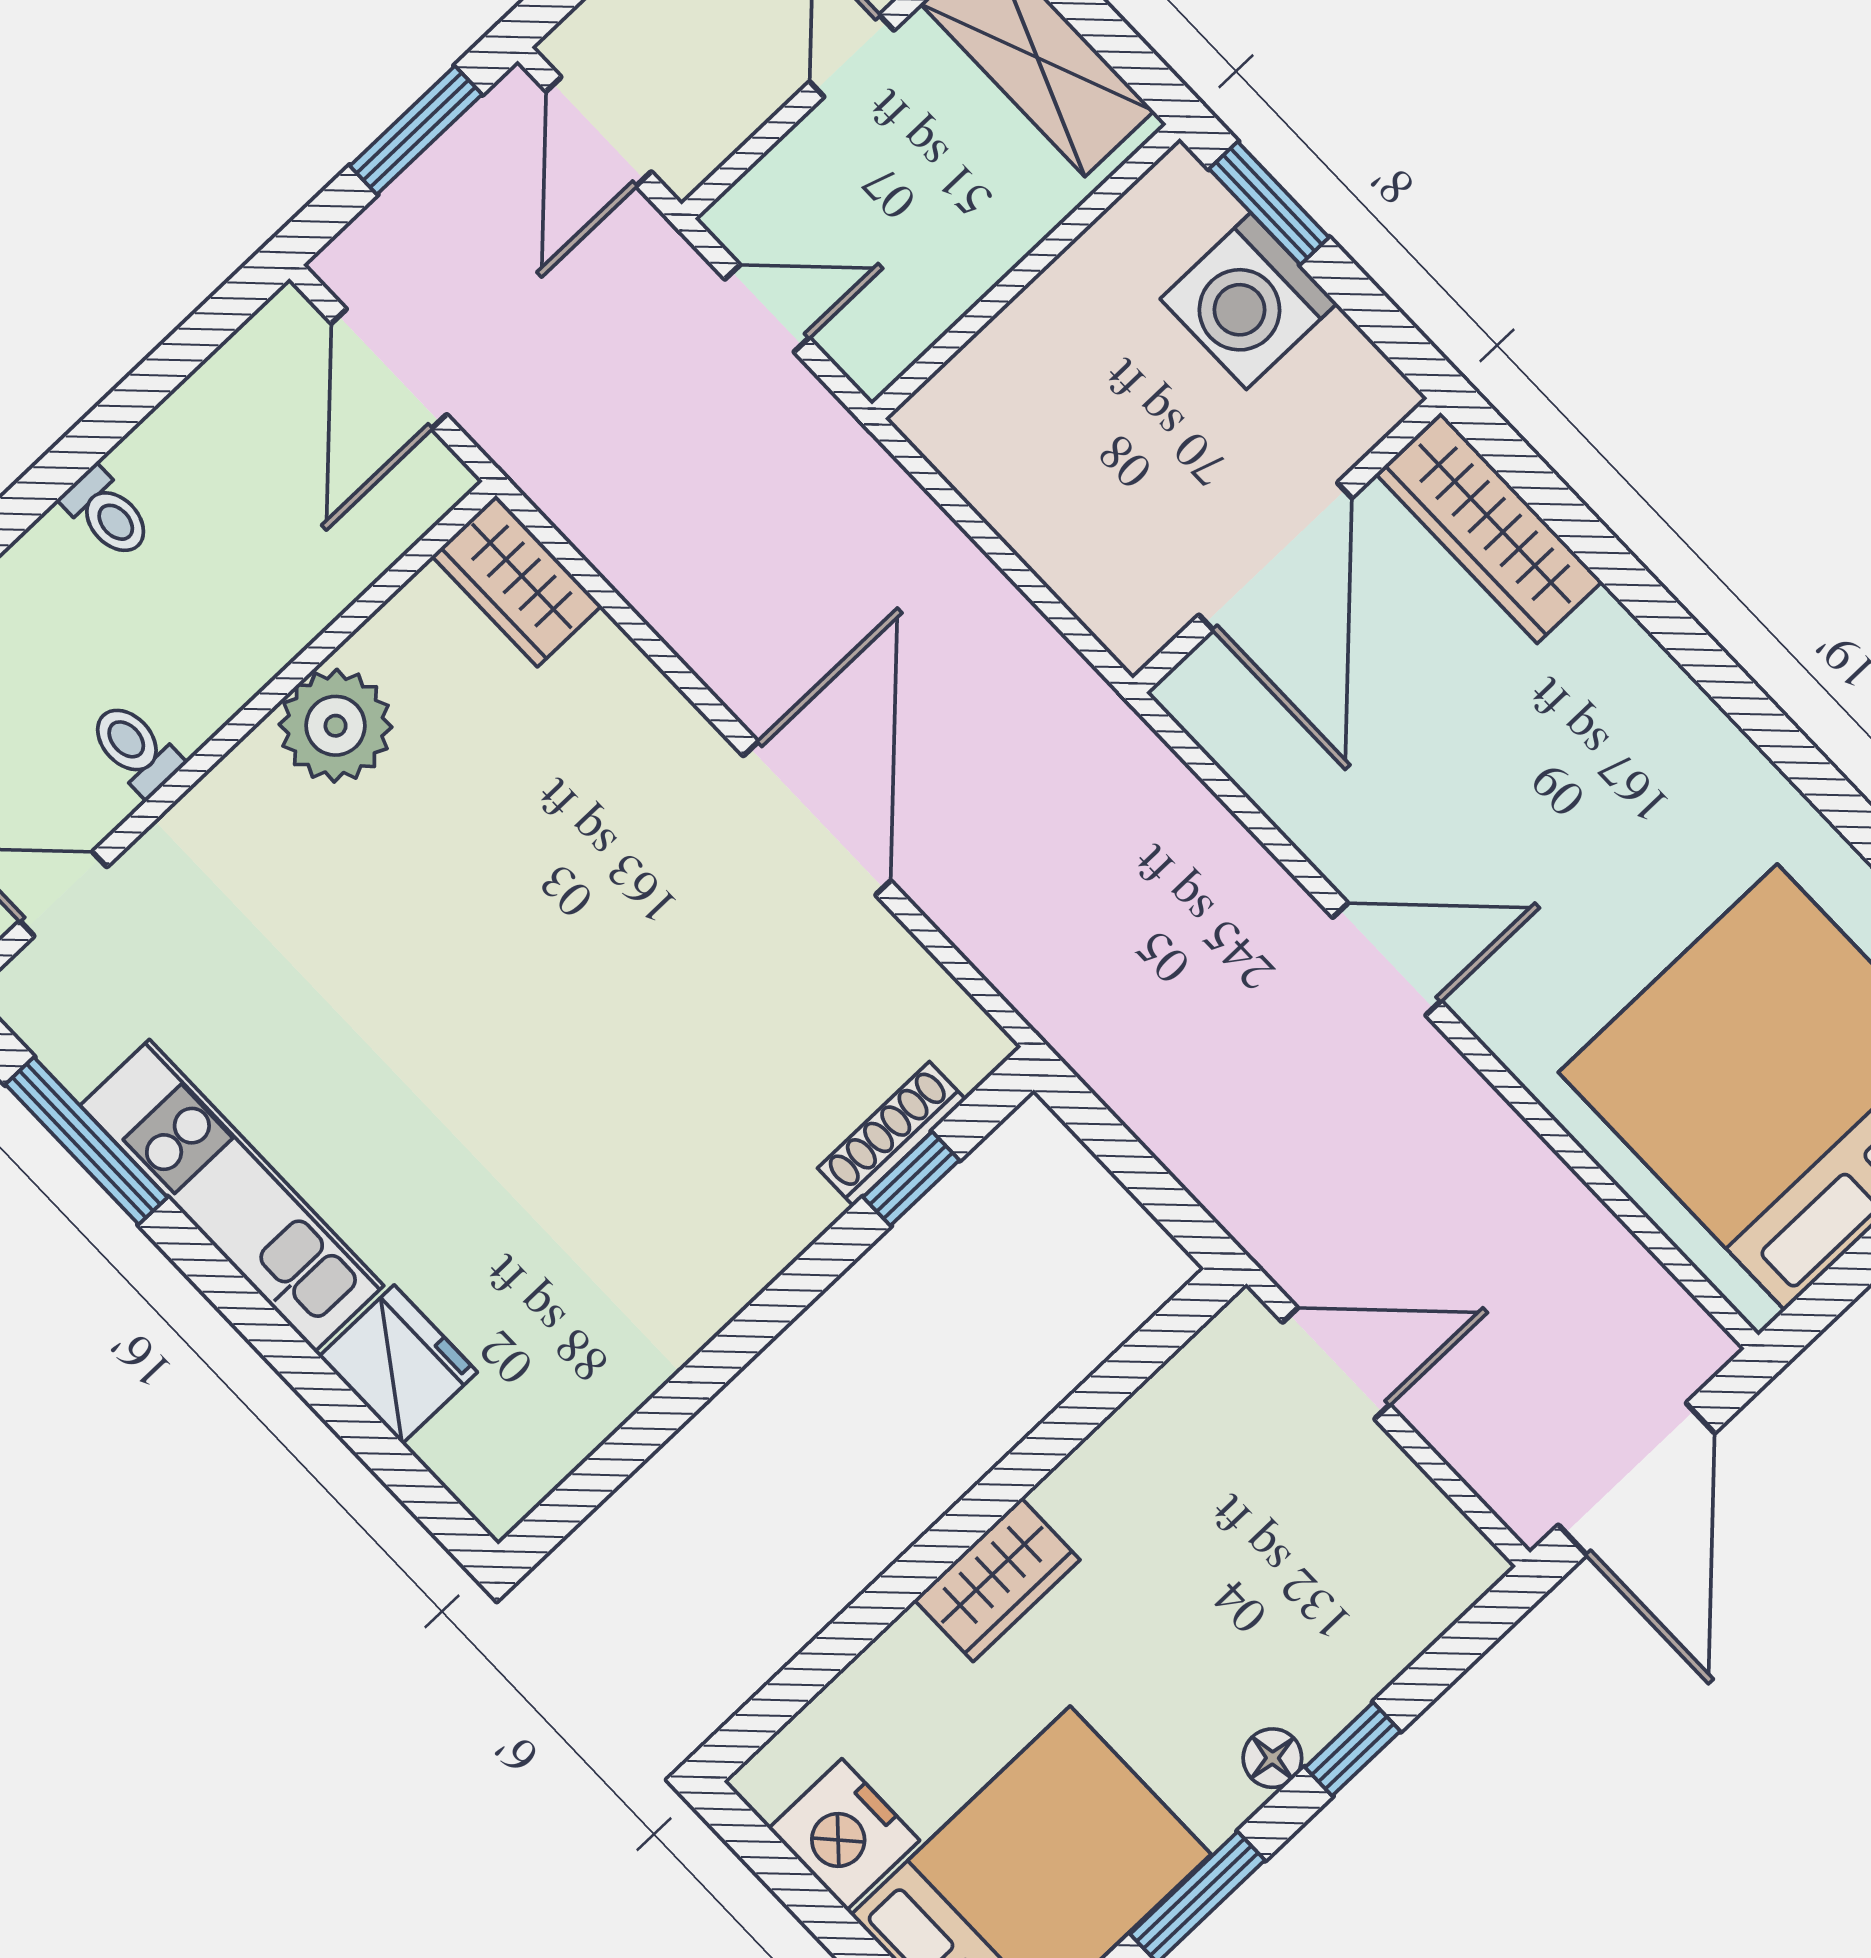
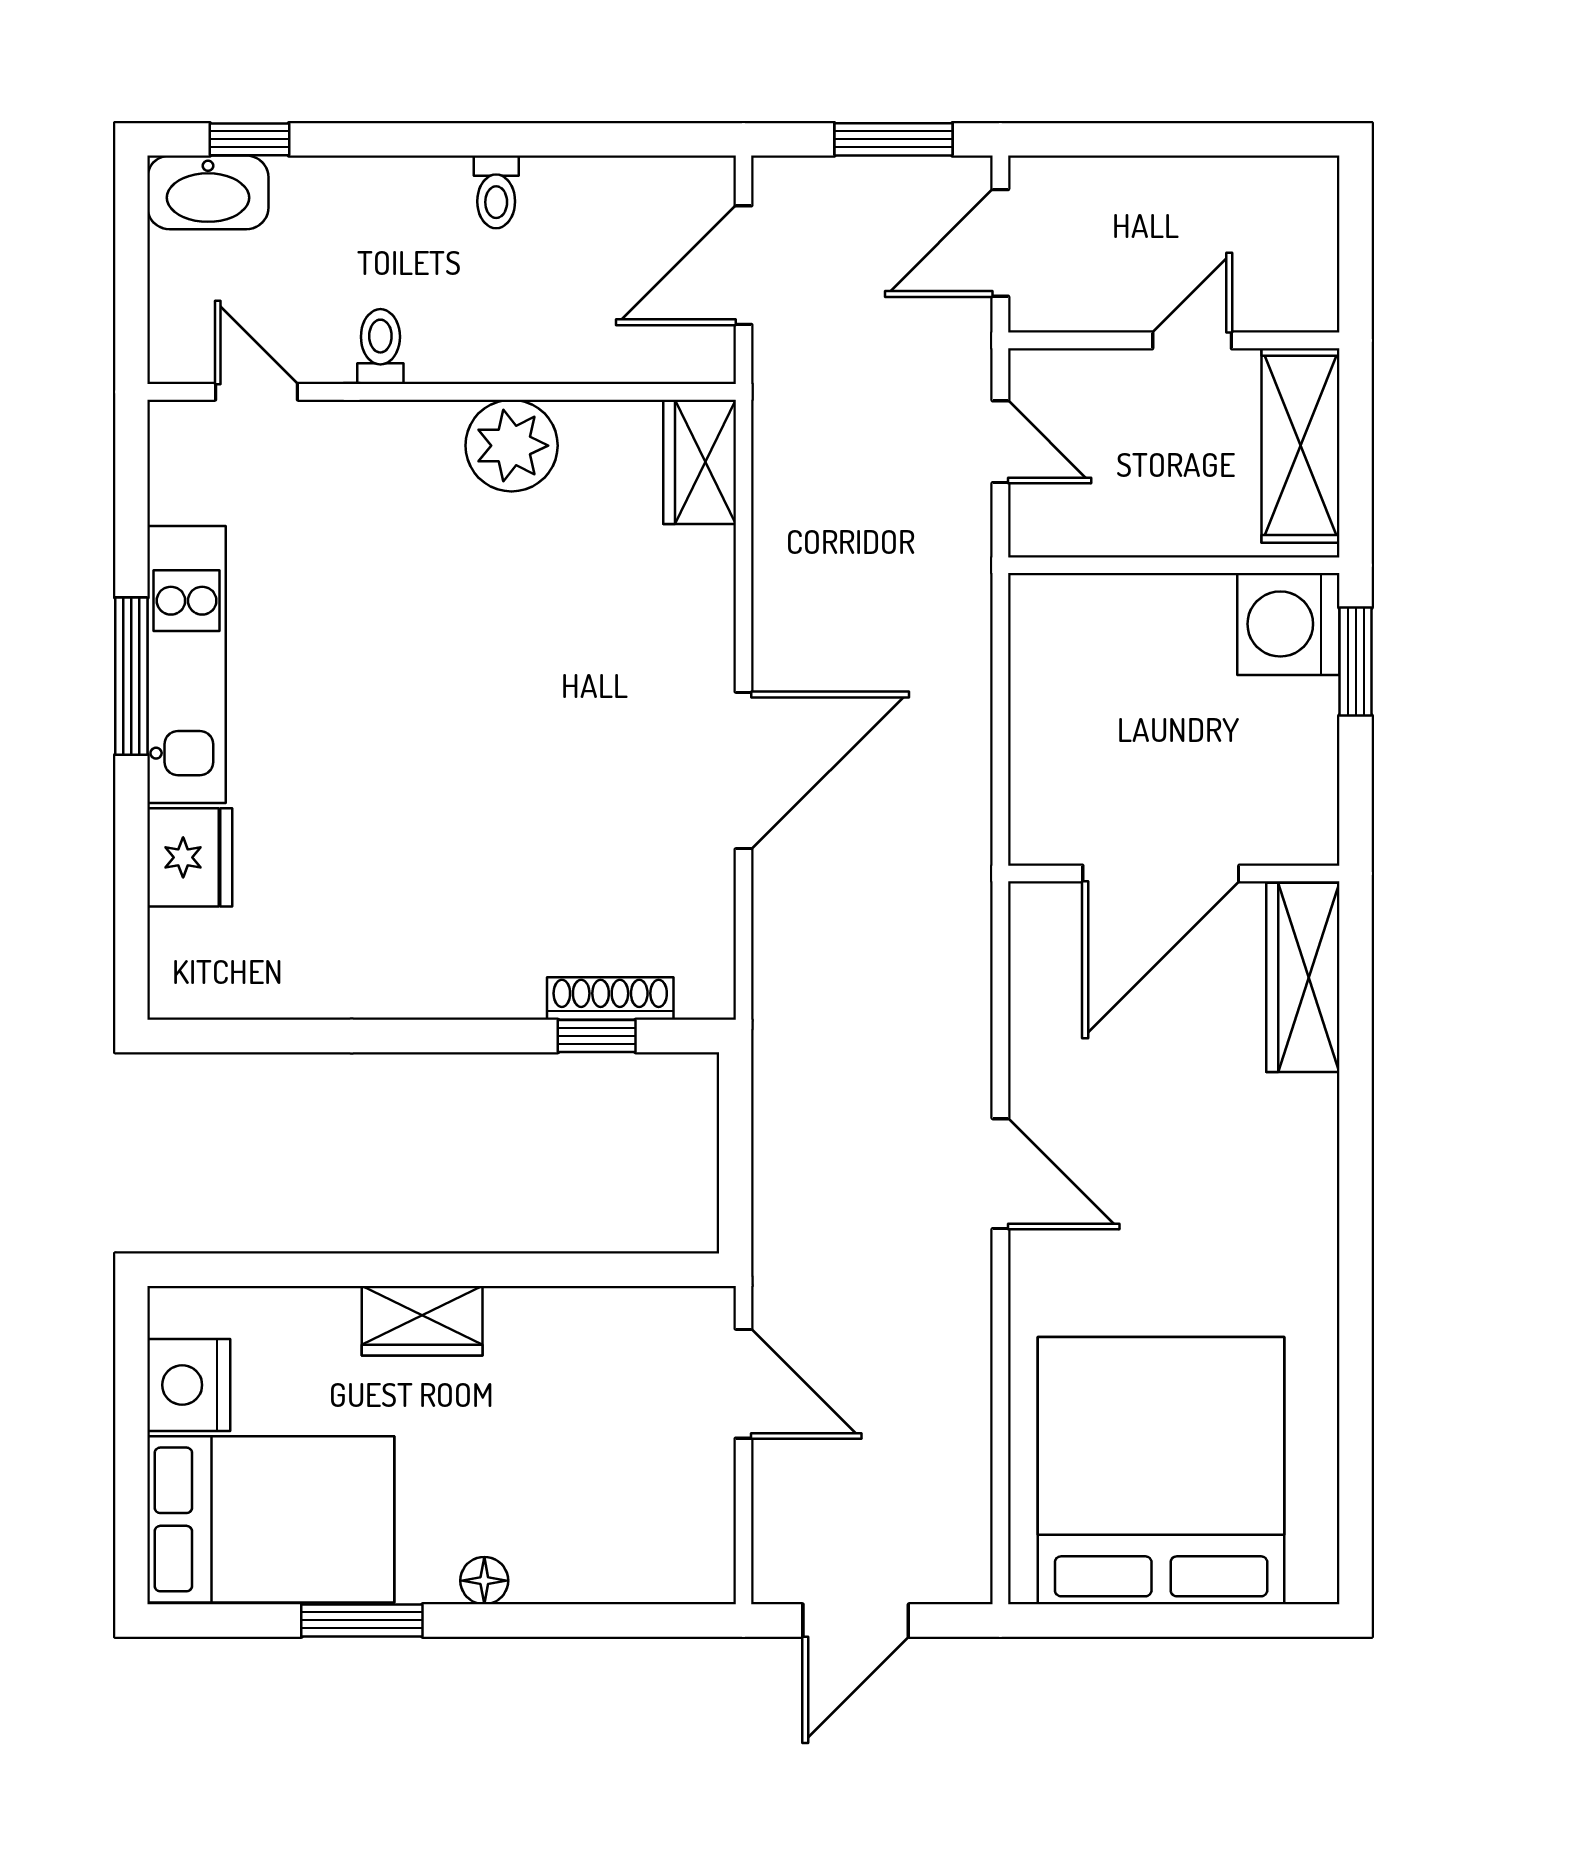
washing machine: (1249, 301) -> (1288, 624), moved
window: (86, 1141) -> (131, 676), moved
door: (1636, 1479) -> (856, 1620), width x0.73
window: (1353, 1749) -> (537, 1620), removed

